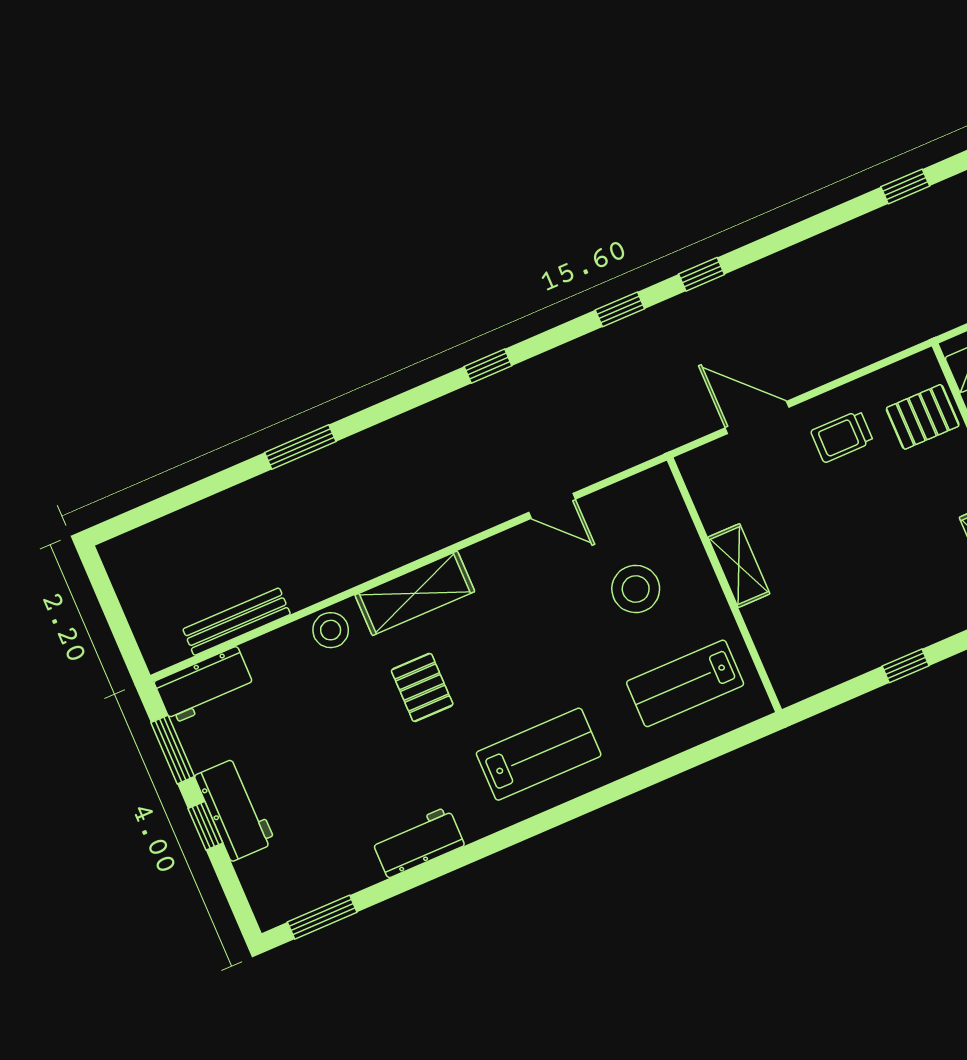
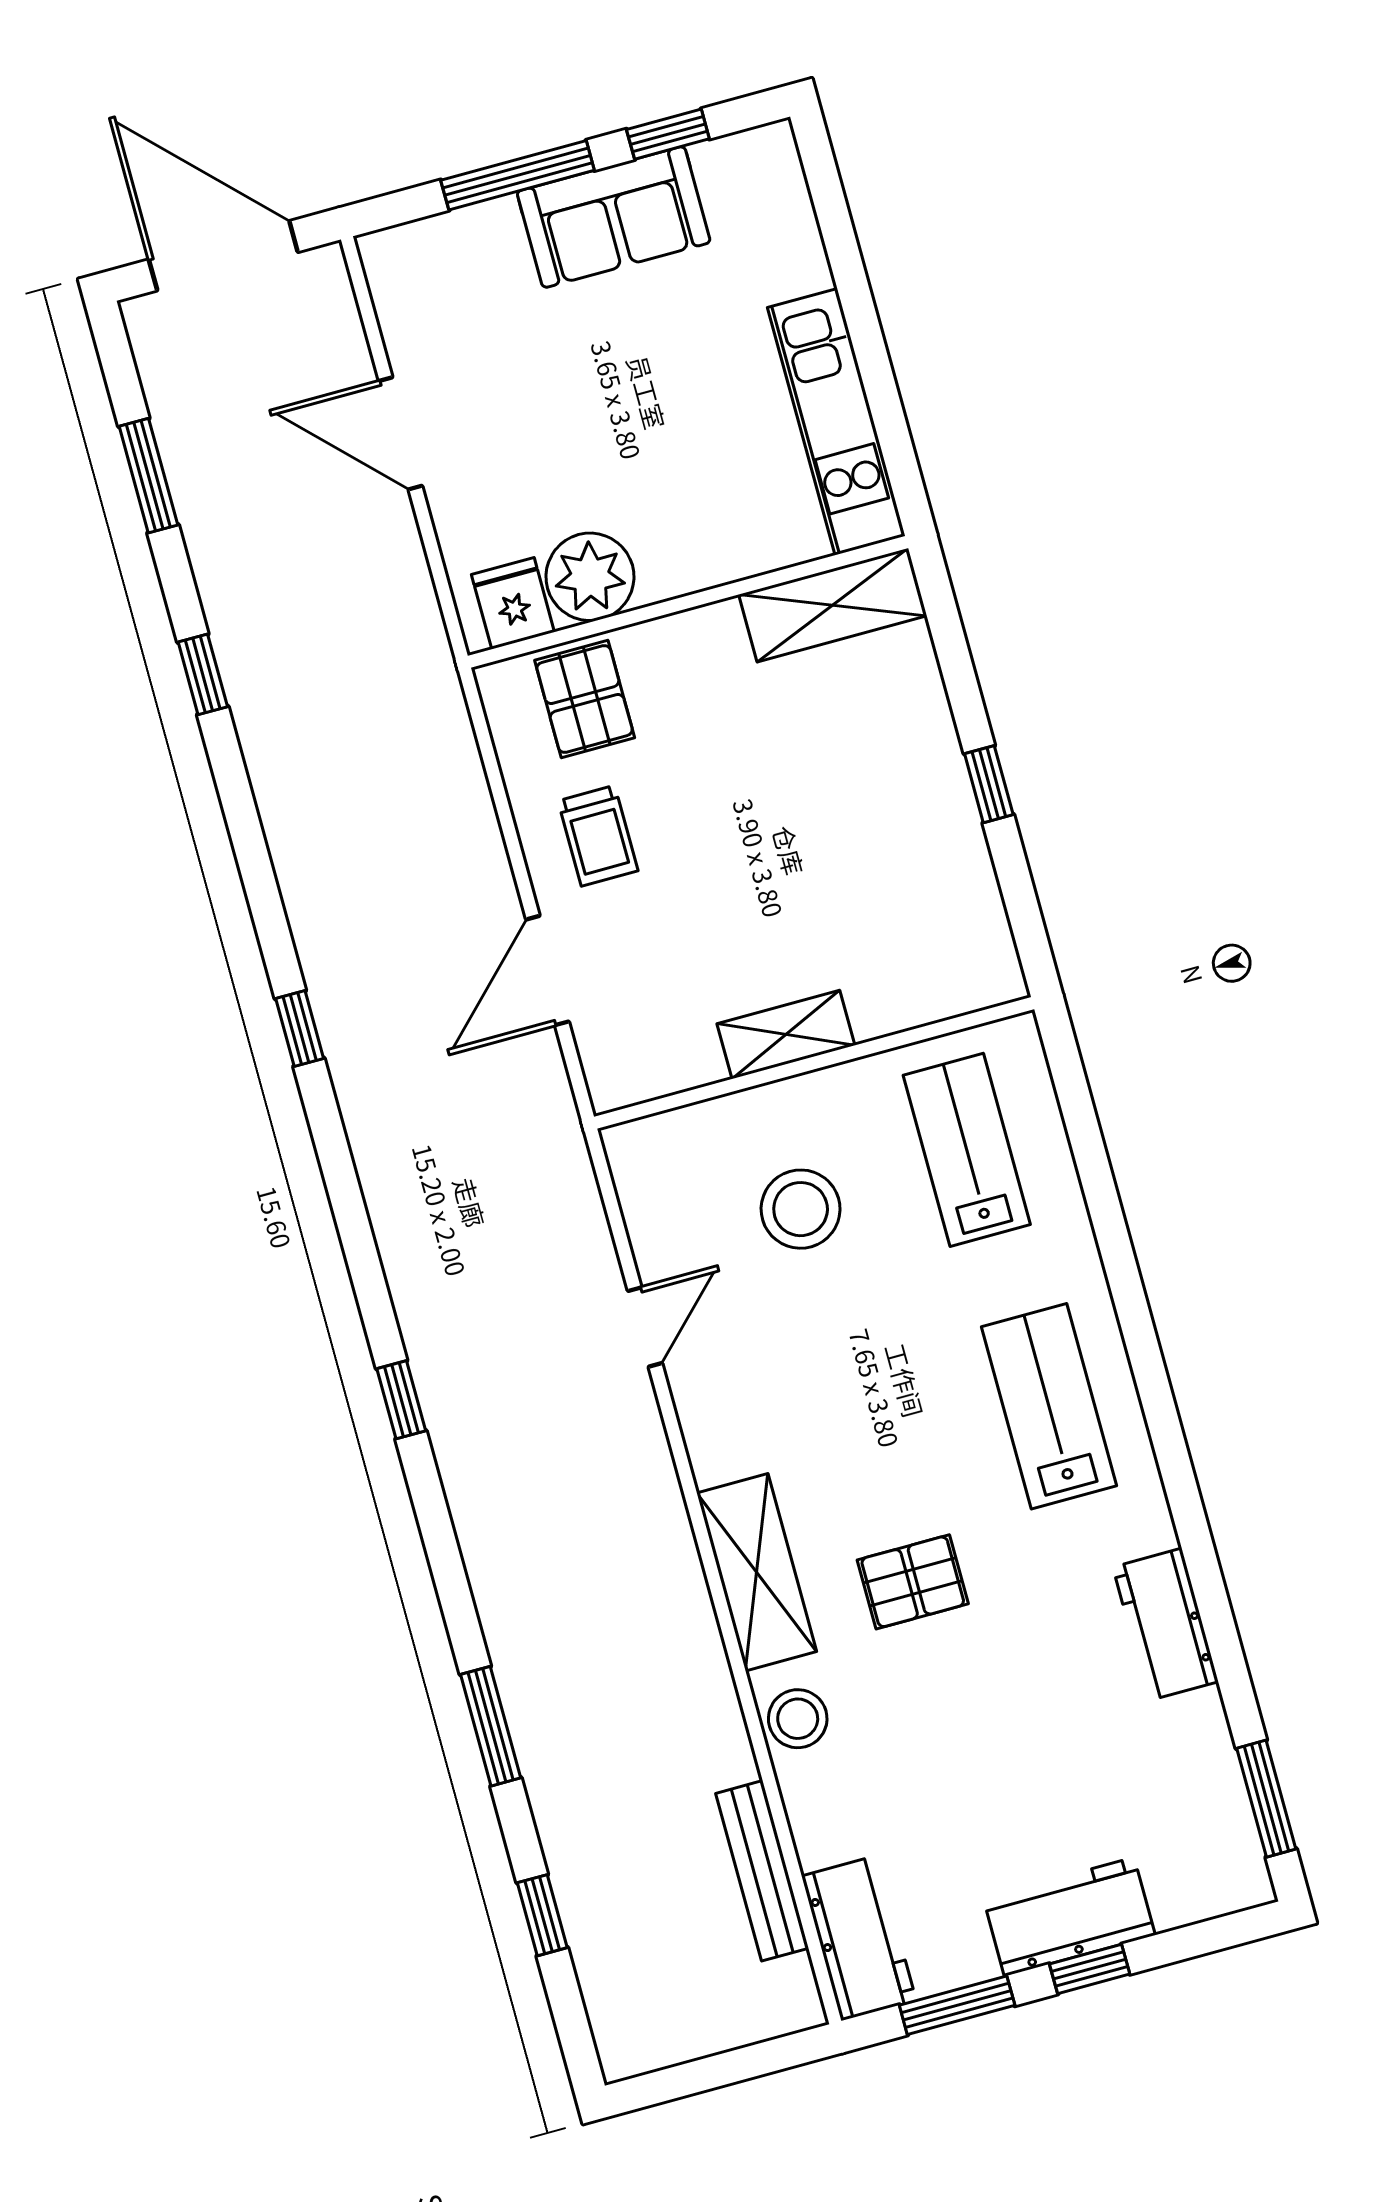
window: (620, 309) -> (542, 1915), moved
lab bench: (685, 683) -> (967, 1150), turned 180

